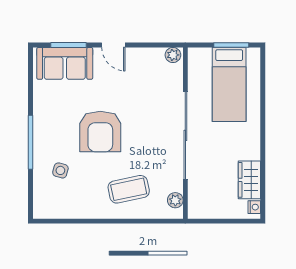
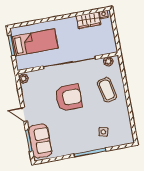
door: (113, 45) -> (24, 114), swing flipped
armchair: (100, 131) -> (69, 98), moved

